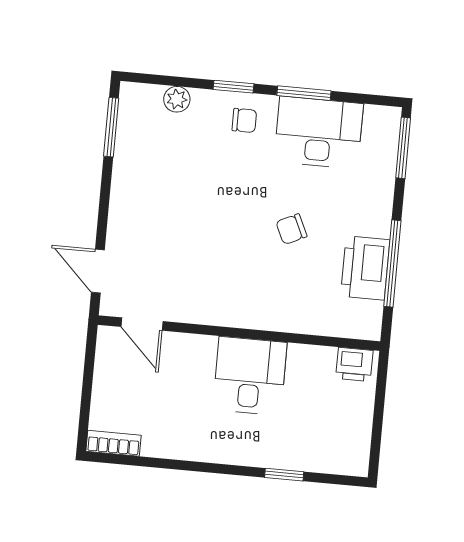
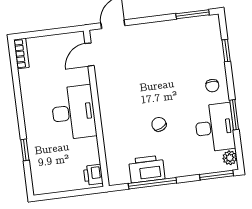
window: (234, 87) -> (226, 51), moved
plant: (177, 99) -> (230, 158), moved
desk: (250, 376) -> (73, 112), width x1.37

